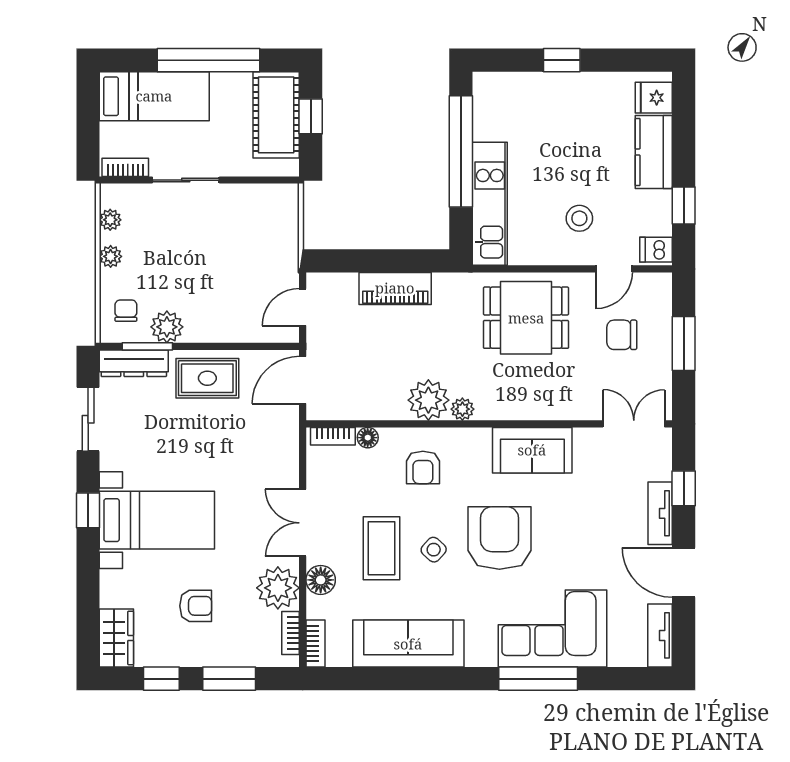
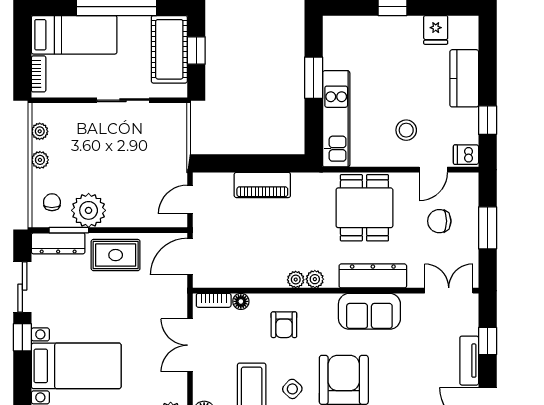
fridge: (654, 98) -> (436, 30), moved, turned -90
window: (461, 151) -> (314, 78), width x0.47
bookcase: (125, 167) -> (39, 74), moved, turned 90
sliding door: (186, 180) -> (123, 100), moved
dining table: (526, 318) -> (364, 208), turned 90
plant: (167, 327) -> (89, 210), width x1.36, depth x1.36
plant: (428, 400) -> (296, 280), width x0.53, depth x0.53
dresser: (537, 405) -> (373, 276), added
window: (88, 510) -> (22, 337), moved
double door: (303, 523) -> (190, 345), moved

